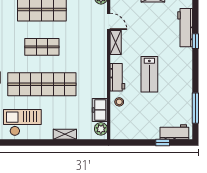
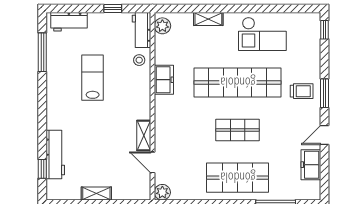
window: (195, 41) -> (42, 169), moved
lab bench: (149, 74) -> (93, 78), moved
workbench: (117, 77) -> (142, 30), moved
freezer: (100, 110) -> (164, 80), moved
window: (163, 143) -> (113, 8), moved

